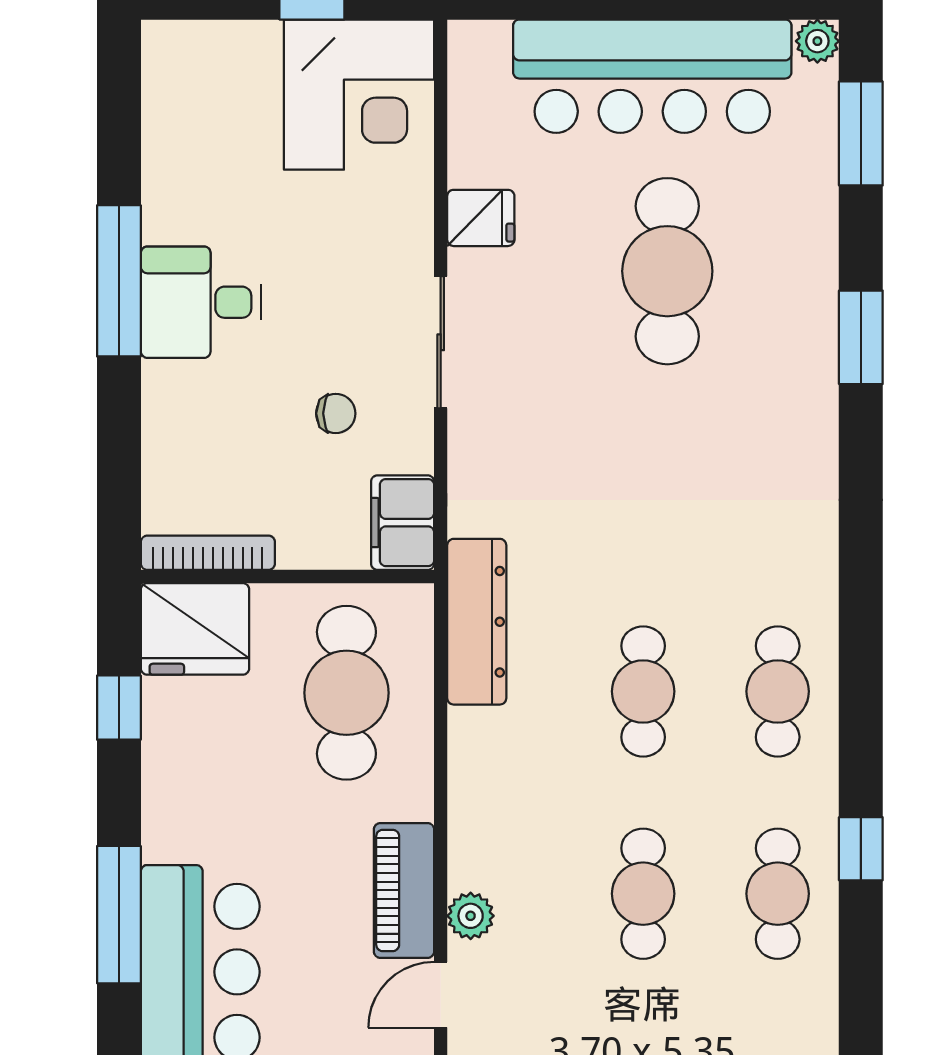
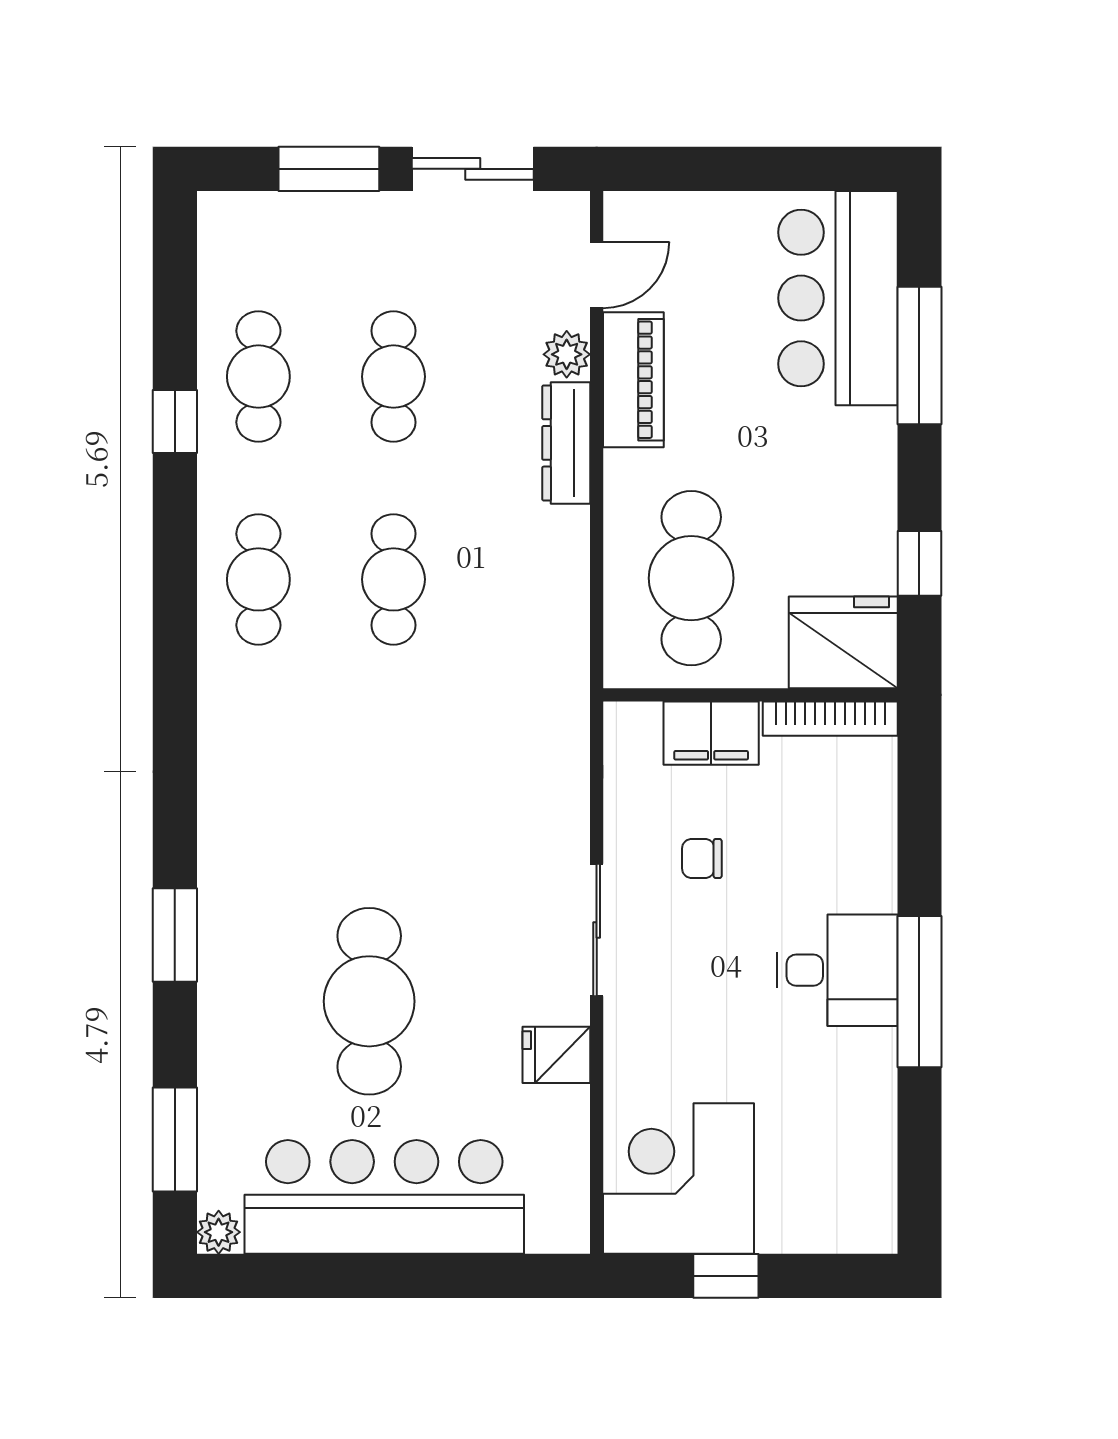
filing cabinet: (403, 523) -> (711, 733), moved, turned 90
dresser: (477, 622) -> (566, 443), moved, width x0.73, depth x0.80

